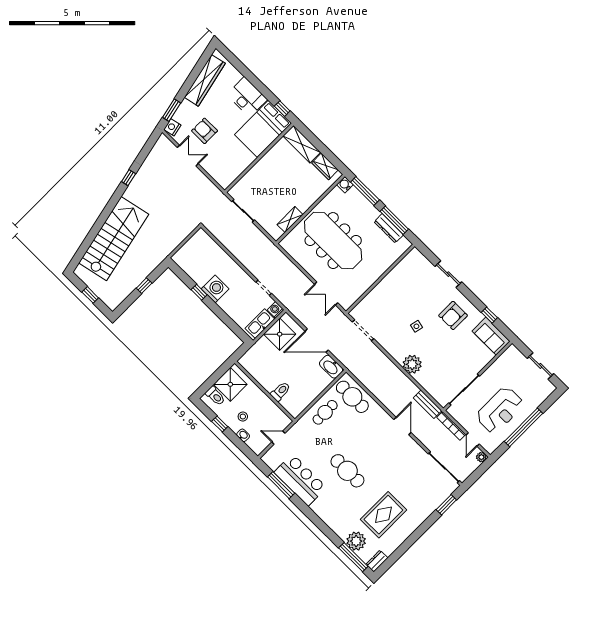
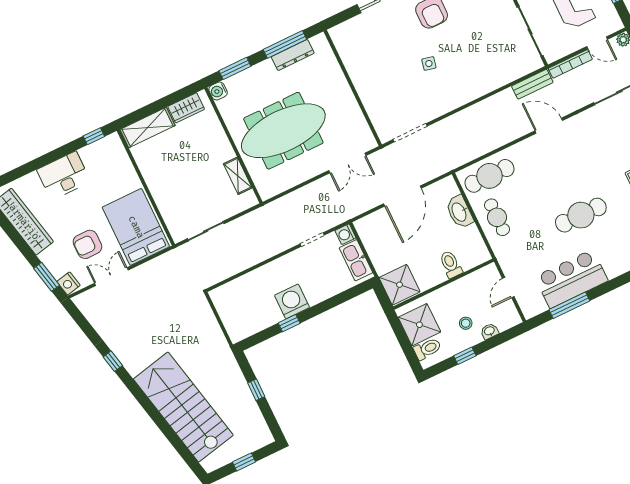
bed: (263, 129) -> (136, 227), moved, turned 180
window: (365, 191) -> (235, 68), width x0.69
shower: (280, 334) -> (400, 285), moved
plant: (412, 364) -> (475, 86), removed
washbasin: (331, 367) -> (459, 212), moved, turned 90

